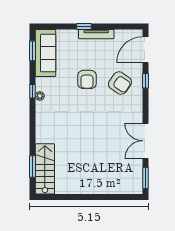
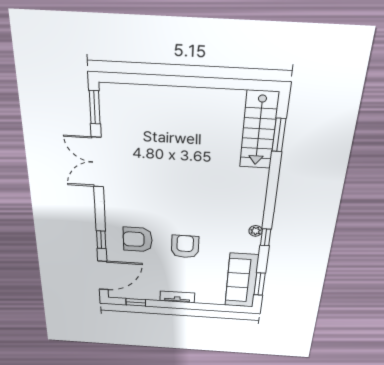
window: (84, 26) -> (136, 302), moved
tv unit: (96, 34) -> (177, 297), width x0.71
armchair: (120, 83) -> (138, 239), turned -34
double door: (145, 141) -> (97, 162), swing flipped

